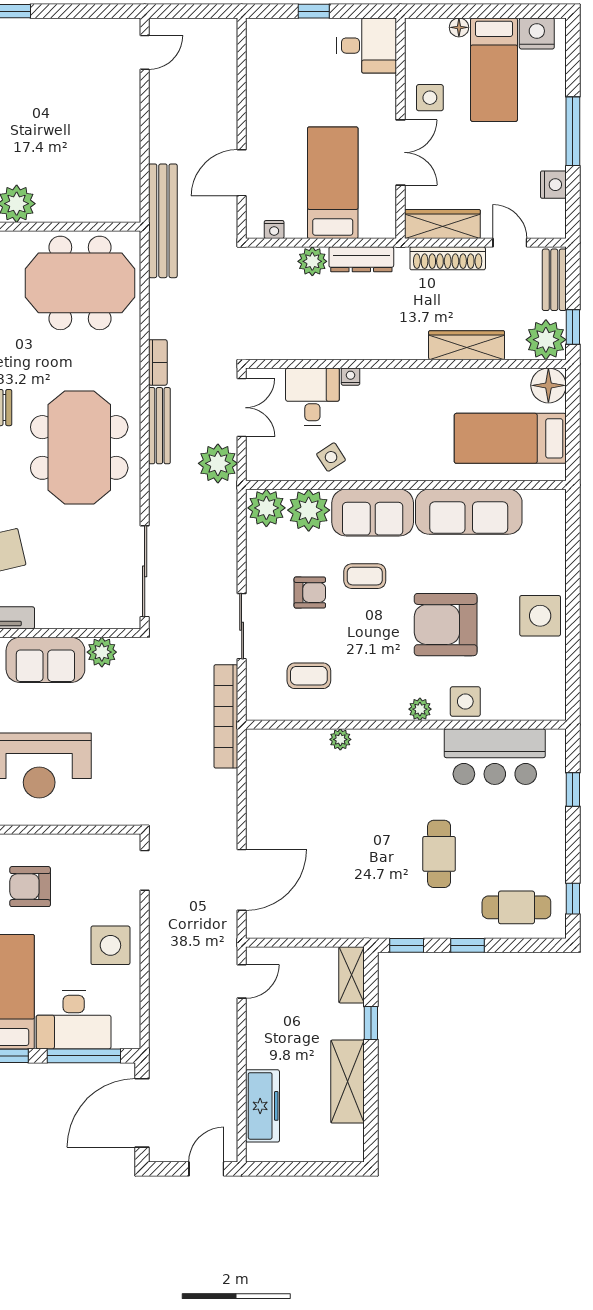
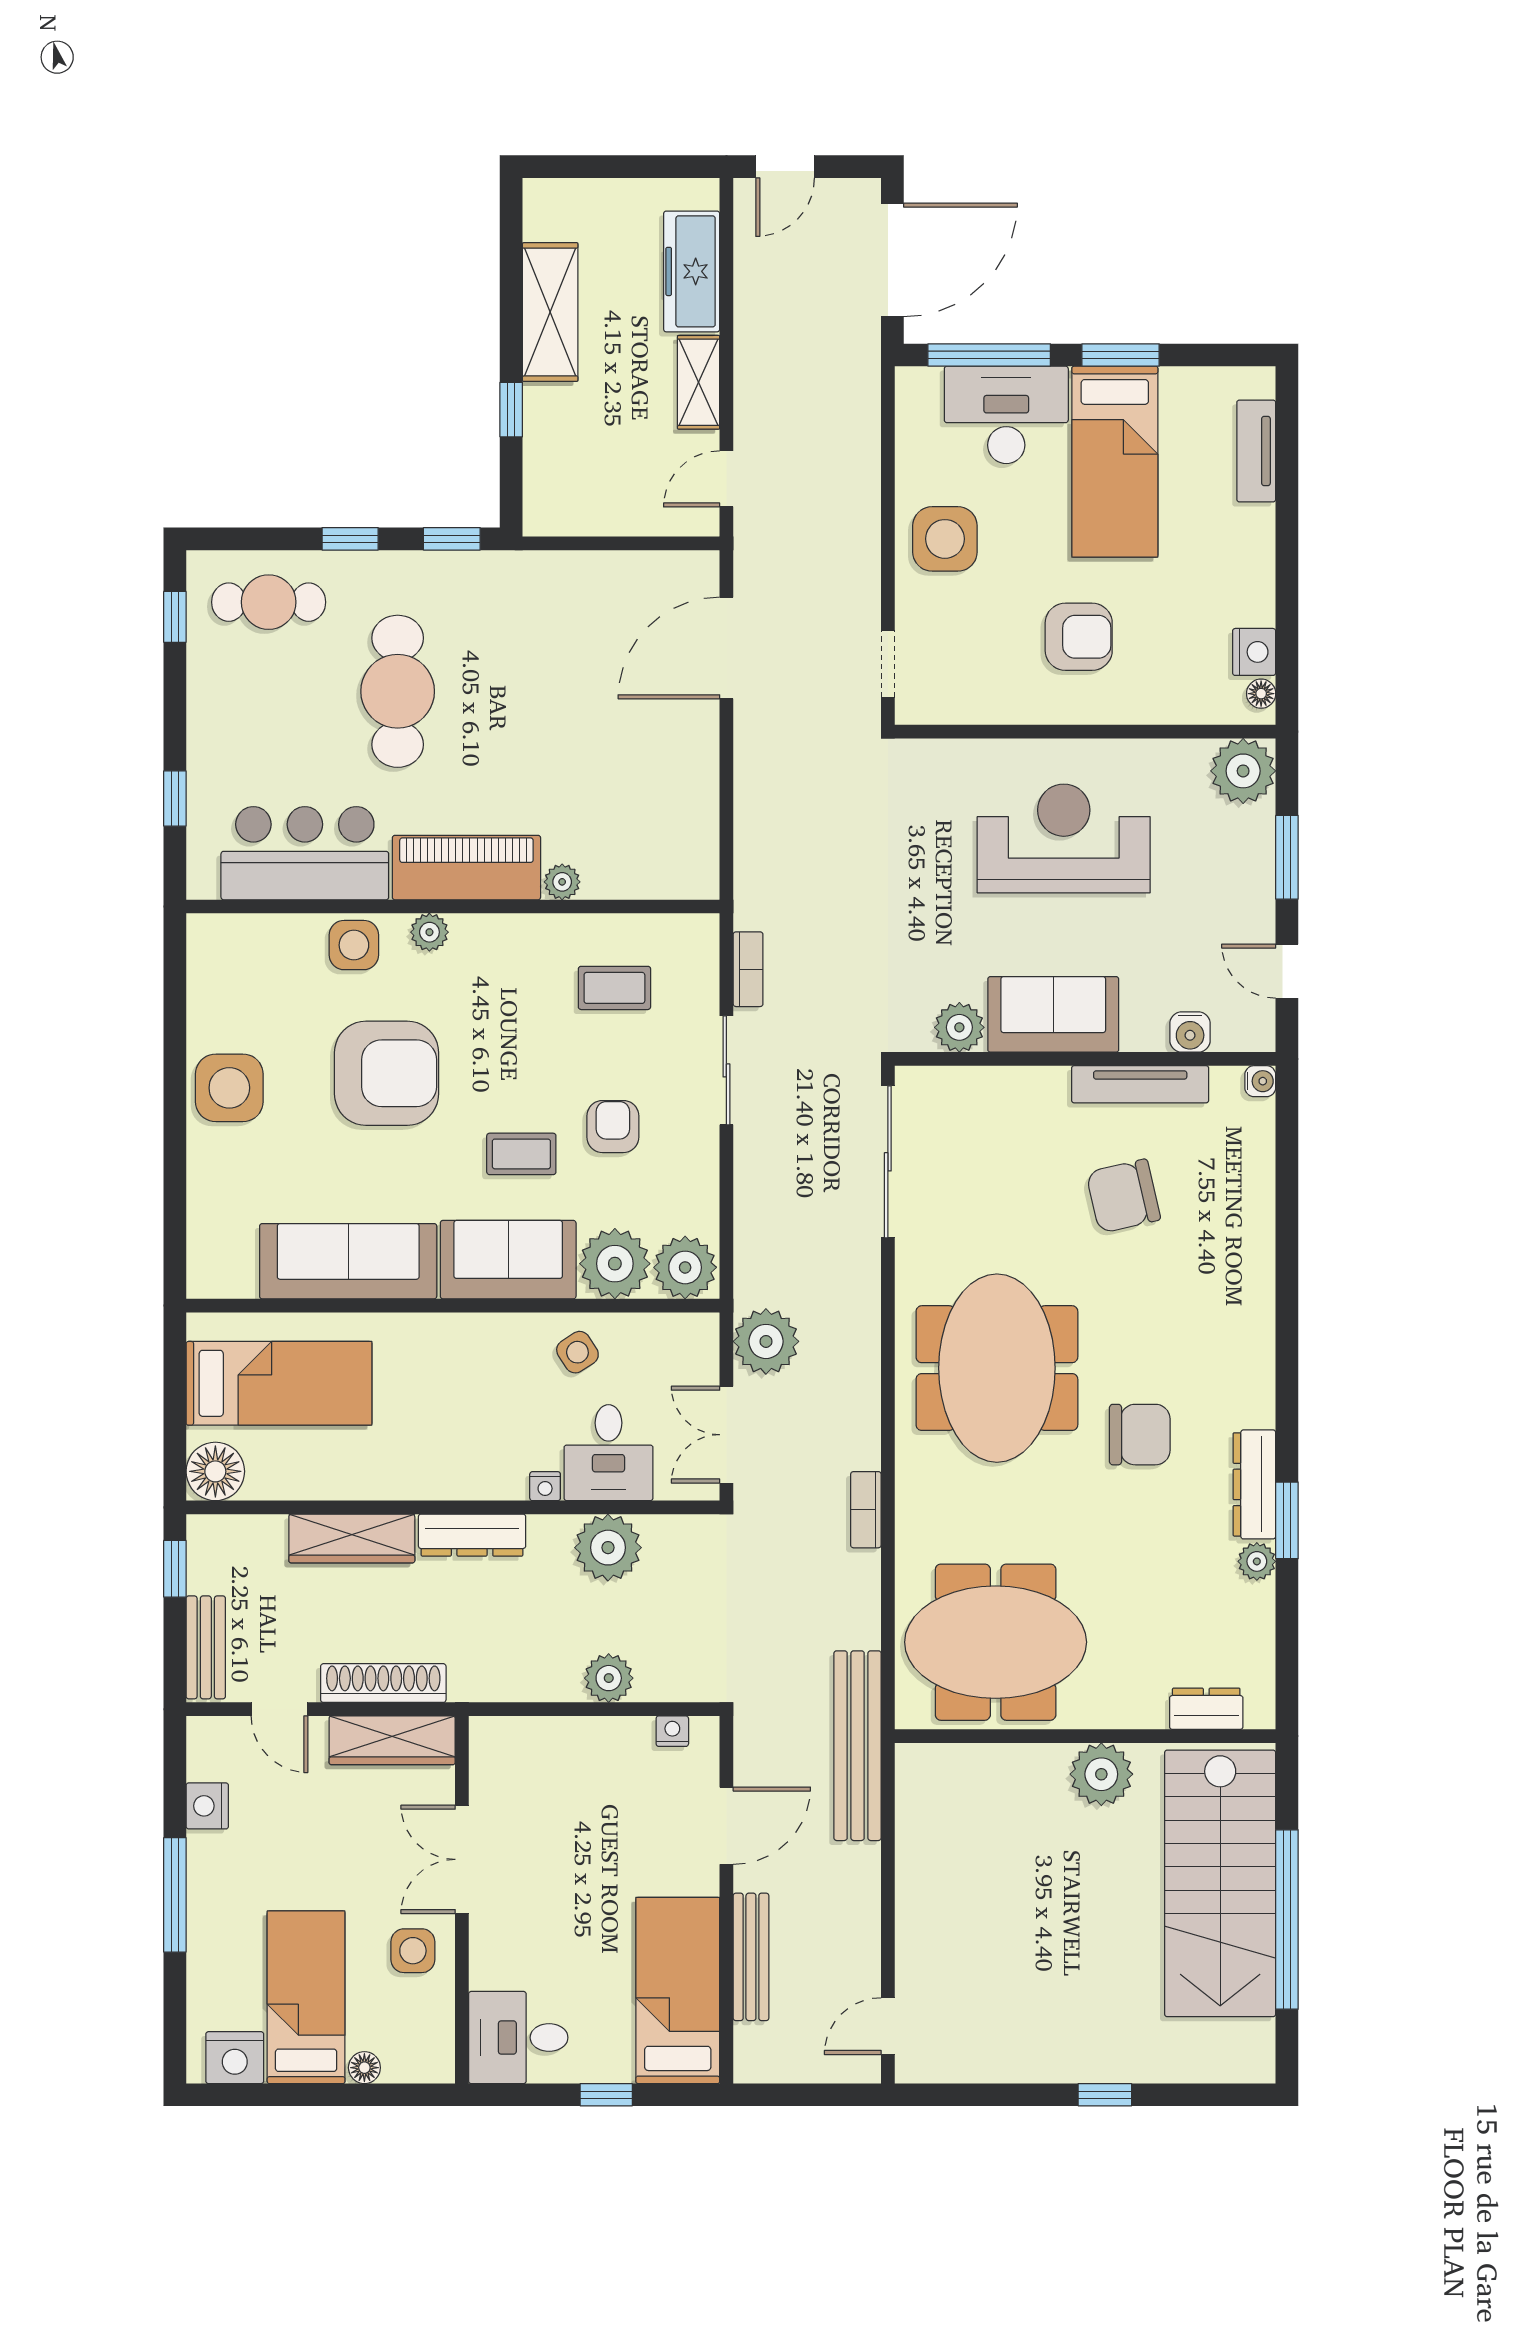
bed: (333, 183) -> (678, 1990), moved, turned 180
dresser: (361, 259) -> (472, 1535), moved, turned 180
plant: (546, 340) -> (608, 1548), moved
bench: (159, 426) -> (751, 1957), moved
armchair: (310, 593) -> (613, 1127), turned 90
bookcase: (226, 716) -> (748, 969), width x0.43, depth x0.76
piano: (398, 748) -> (466, 868), added
cafe table: (439, 854) -> (398, 691), width x1.37, depth x1.35
shelving: (351, 975) -> (699, 382), moved

